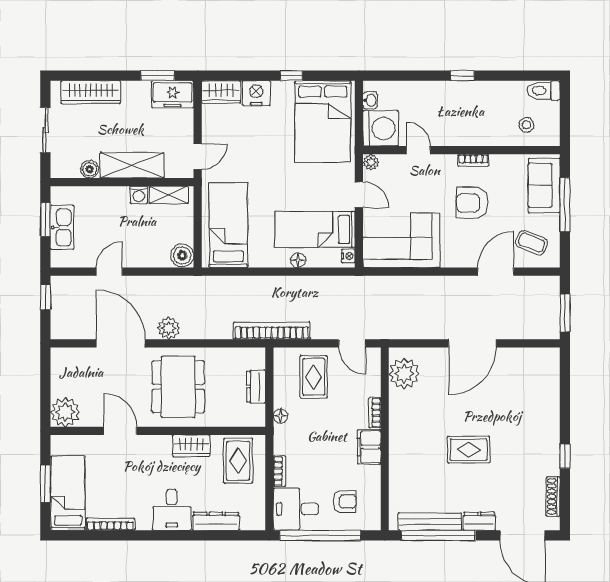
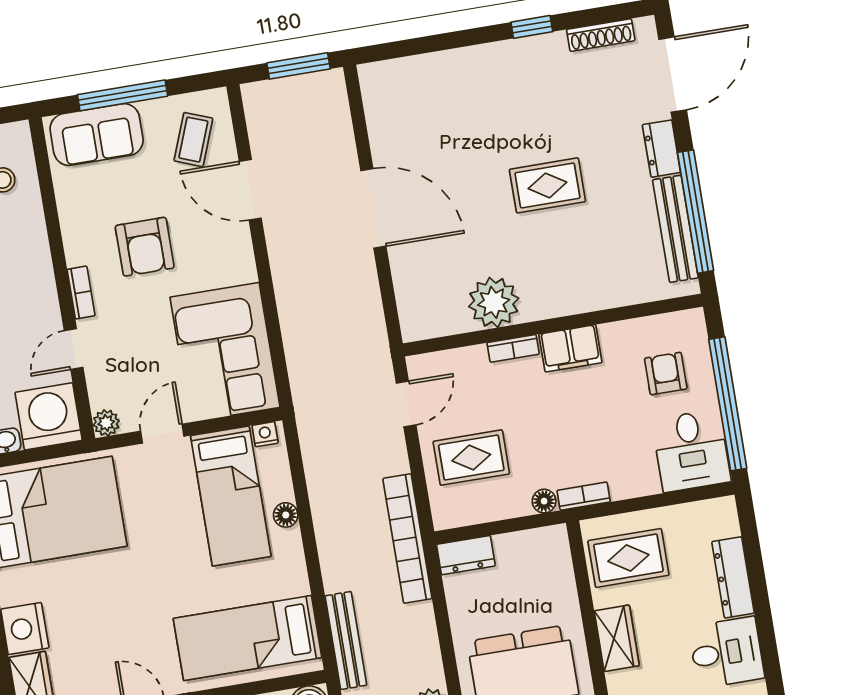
bookcase: (473, 160) -> (81, 293), moved
bench: (217, 284) -> (346, 640), added
plant: (404, 374) -> (494, 302), moved
dresser: (256, 387) -> (466, 555), moved
rug: (469, 450) -> (547, 185), turned 90
bookcase: (279, 471) -> (584, 496), moved

